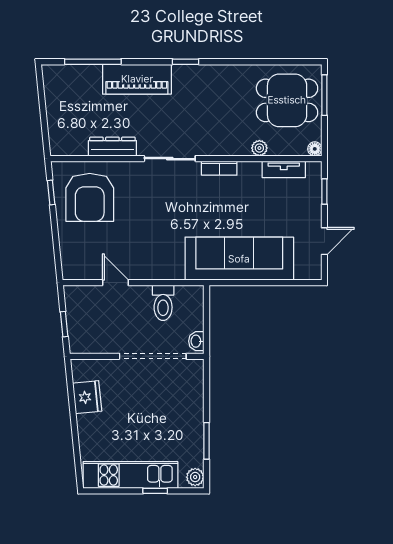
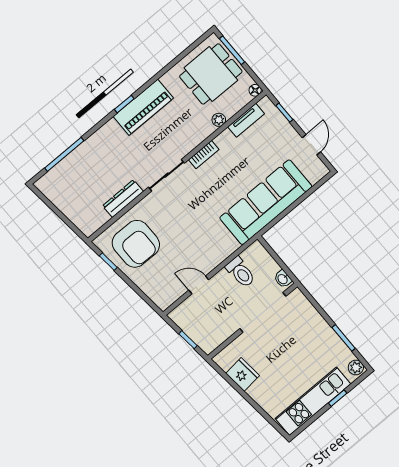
piano: (137, 79) -> (143, 107), moved

